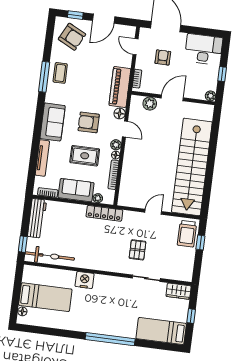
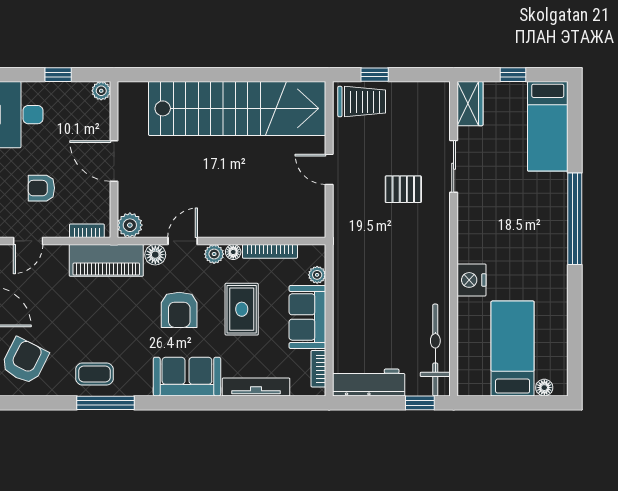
plant: (150, 104) -> (130, 225), moved
locker: (104, 213) -> (344, 259), removed

